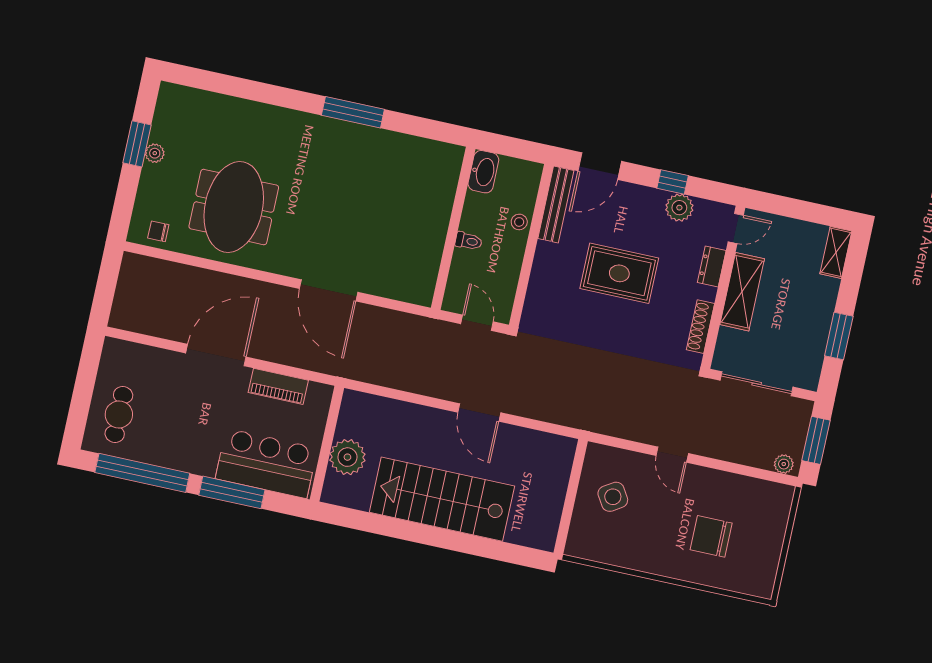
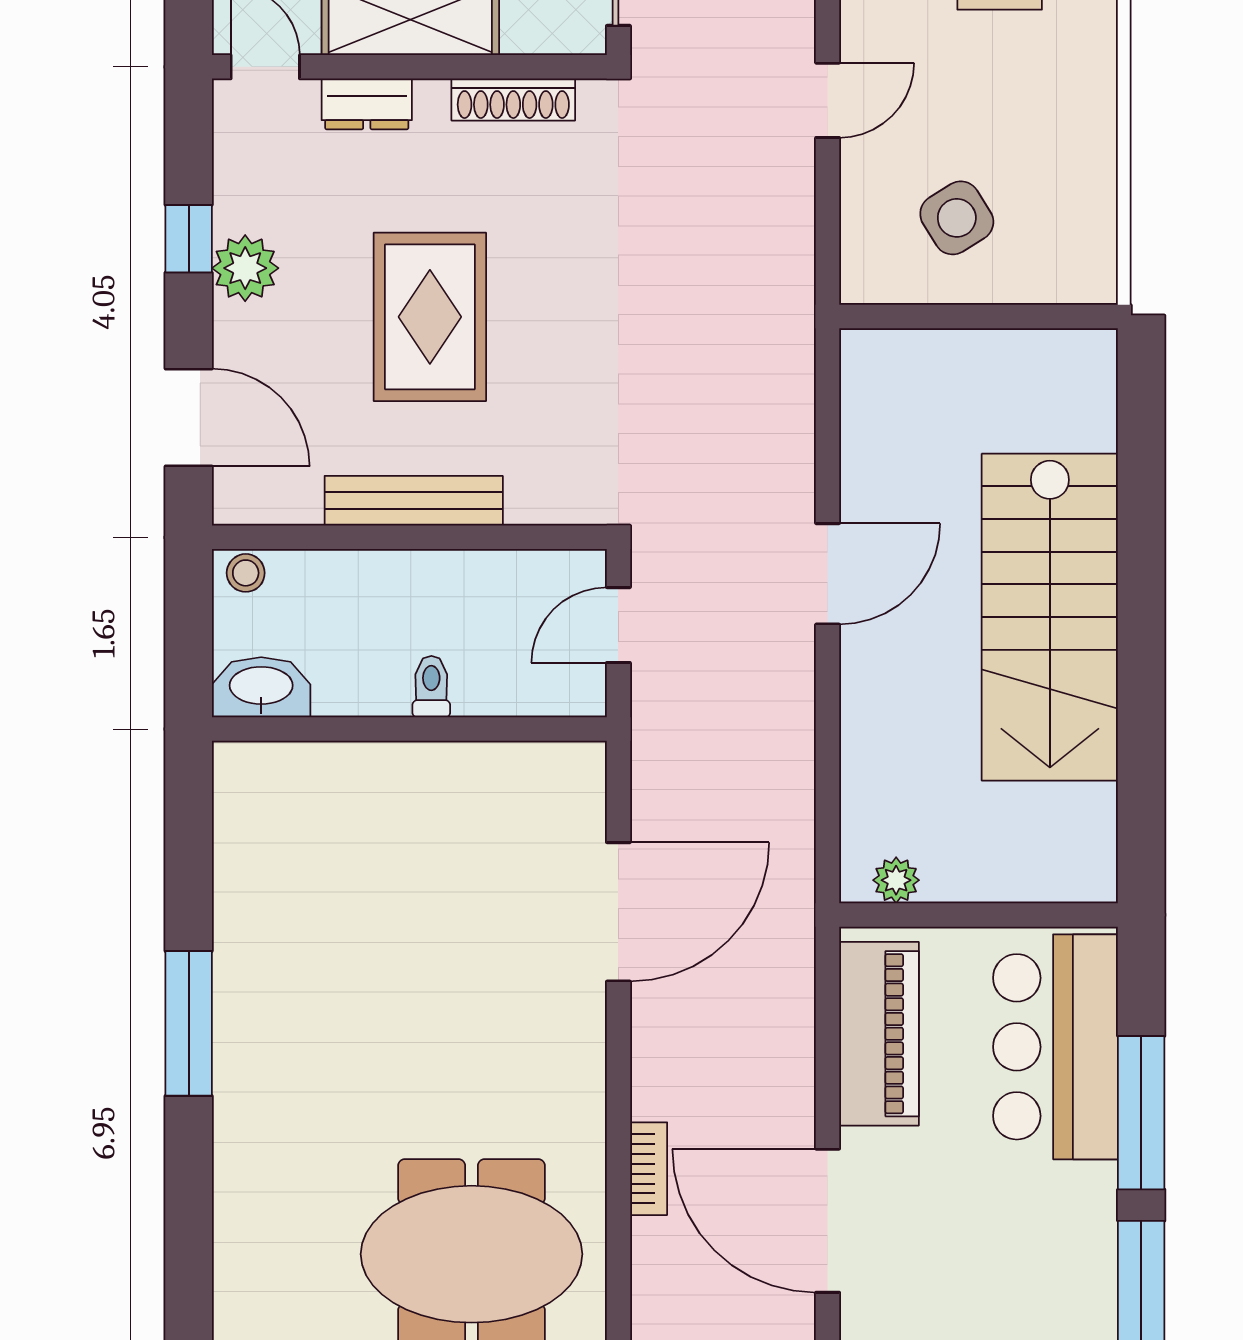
bench: (556, 204) -> (414, 501), moved
plant: (679, 208) -> (245, 268), moved
stool: (519, 222) -> (246, 573), moved
bookcase: (253, 287) -> (649, 1169), added
door: (329, 290) -> (618, 912), moved
piano: (278, 386) -> (879, 1034), width x1.37, depth x1.33
plant: (347, 457) -> (896, 880), moved, width x0.53, depth x0.53

